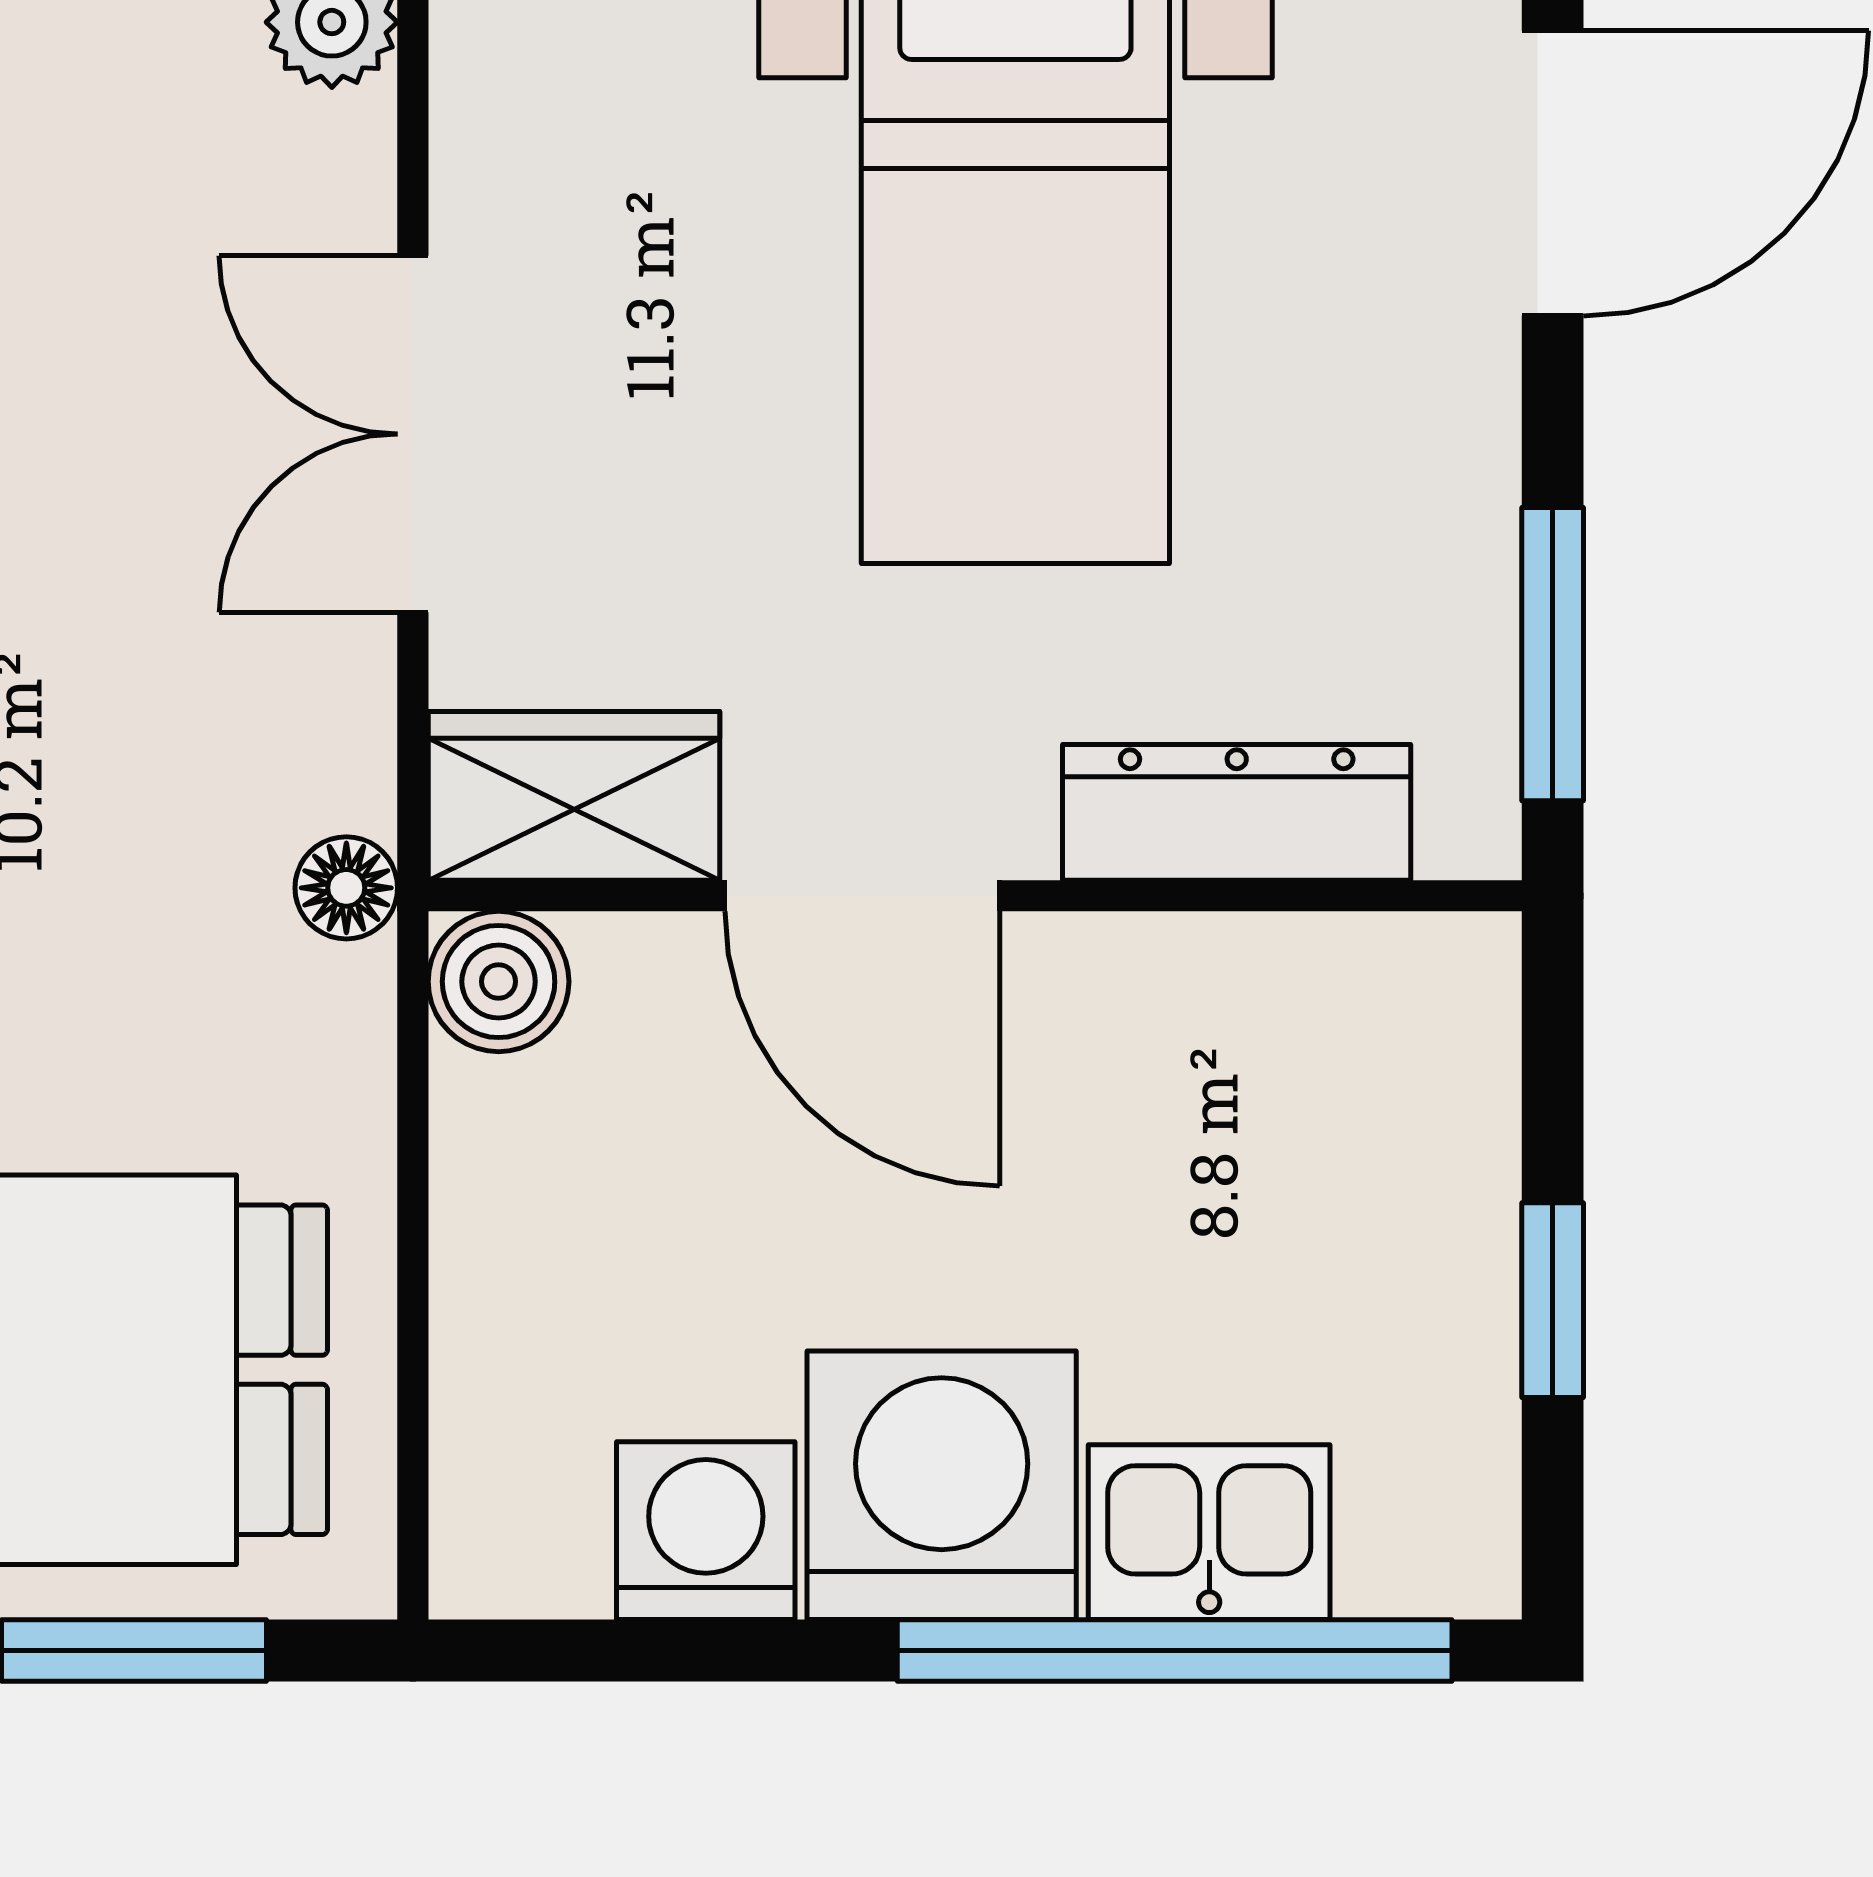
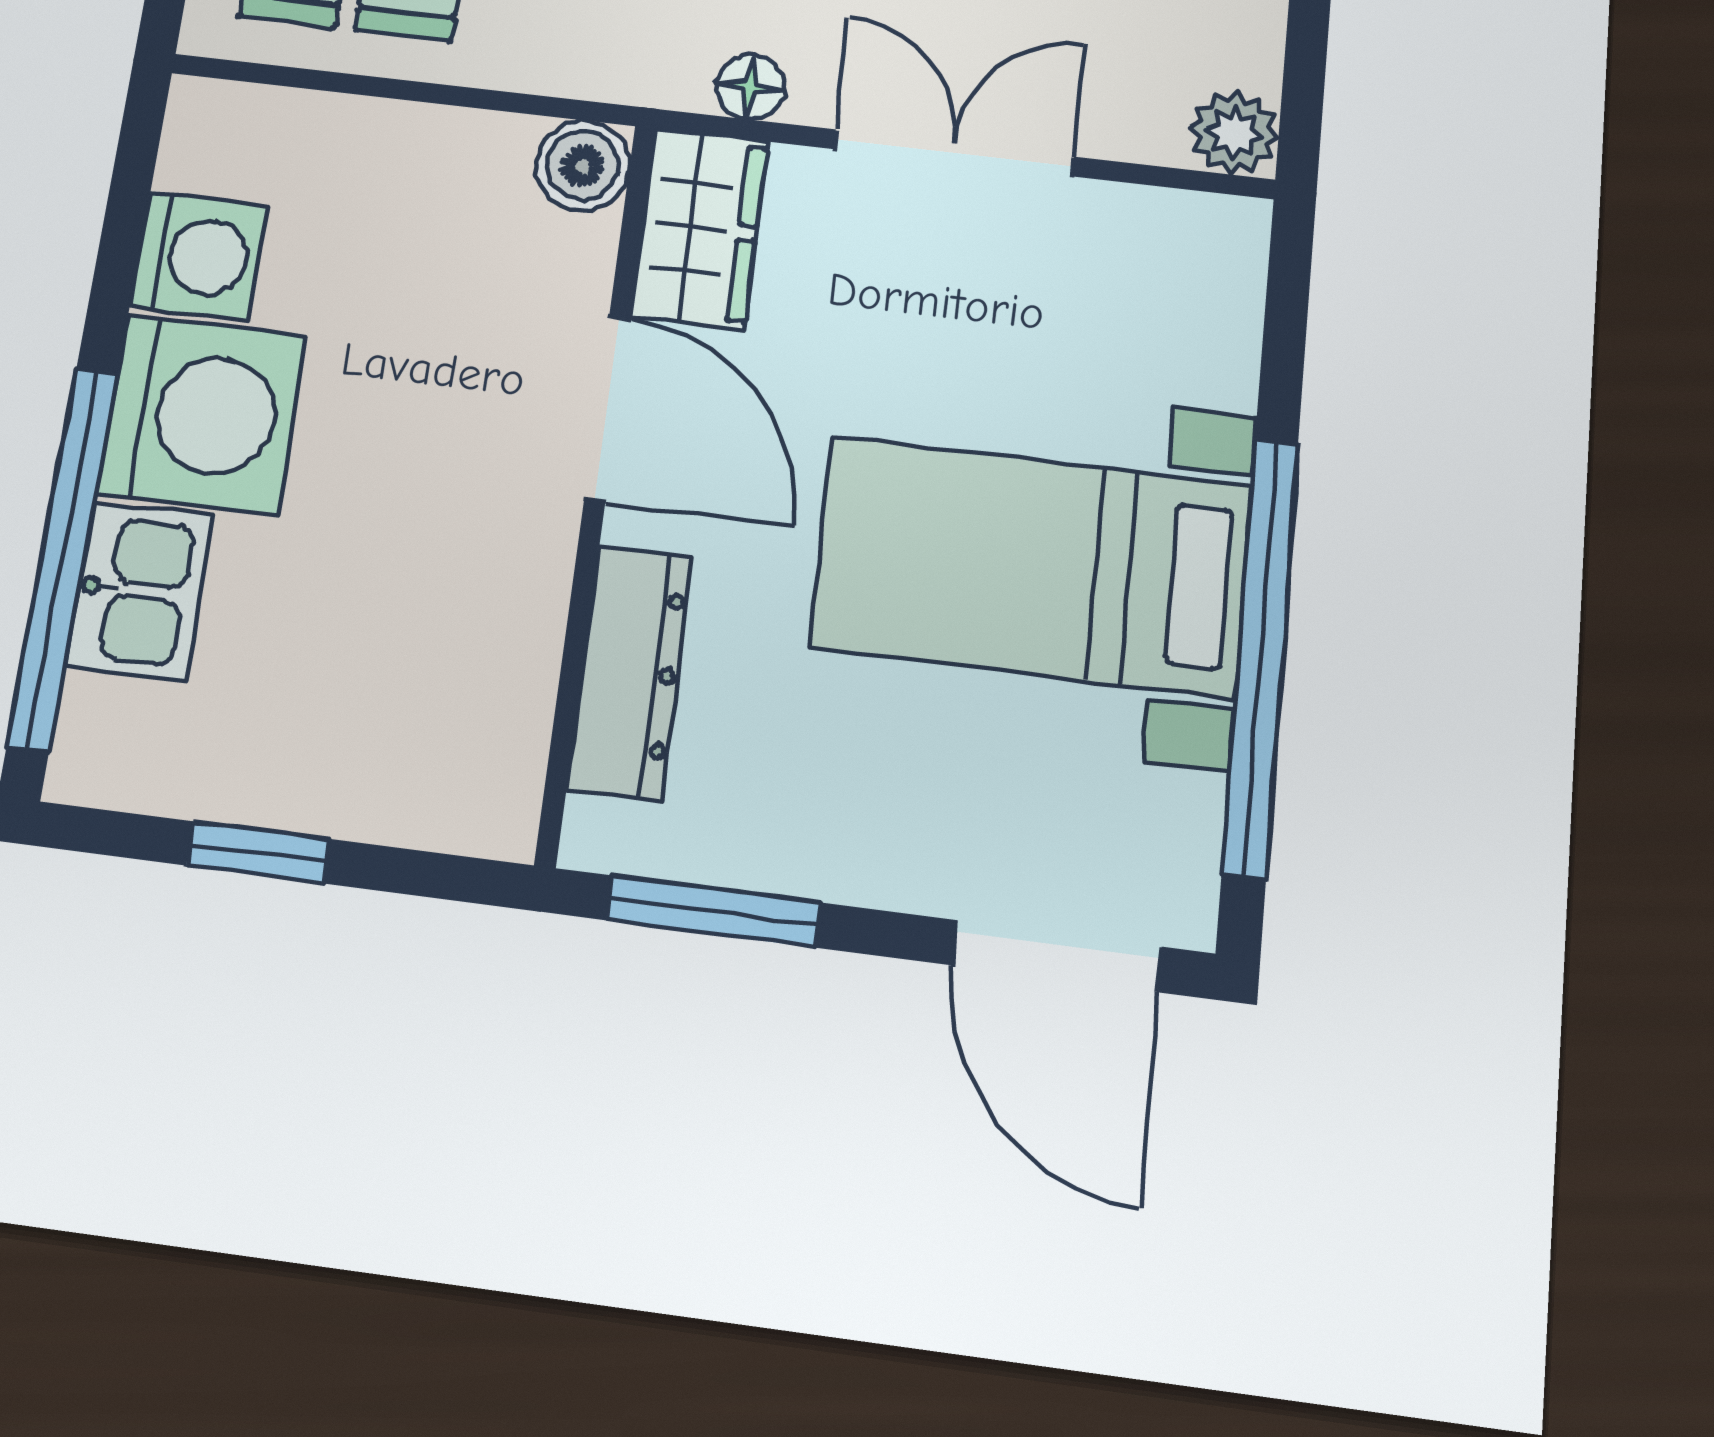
floor lamp: (346, 888) -> (750, 87), moved
door: (862, 896) -> (607, 409), swing flipped

